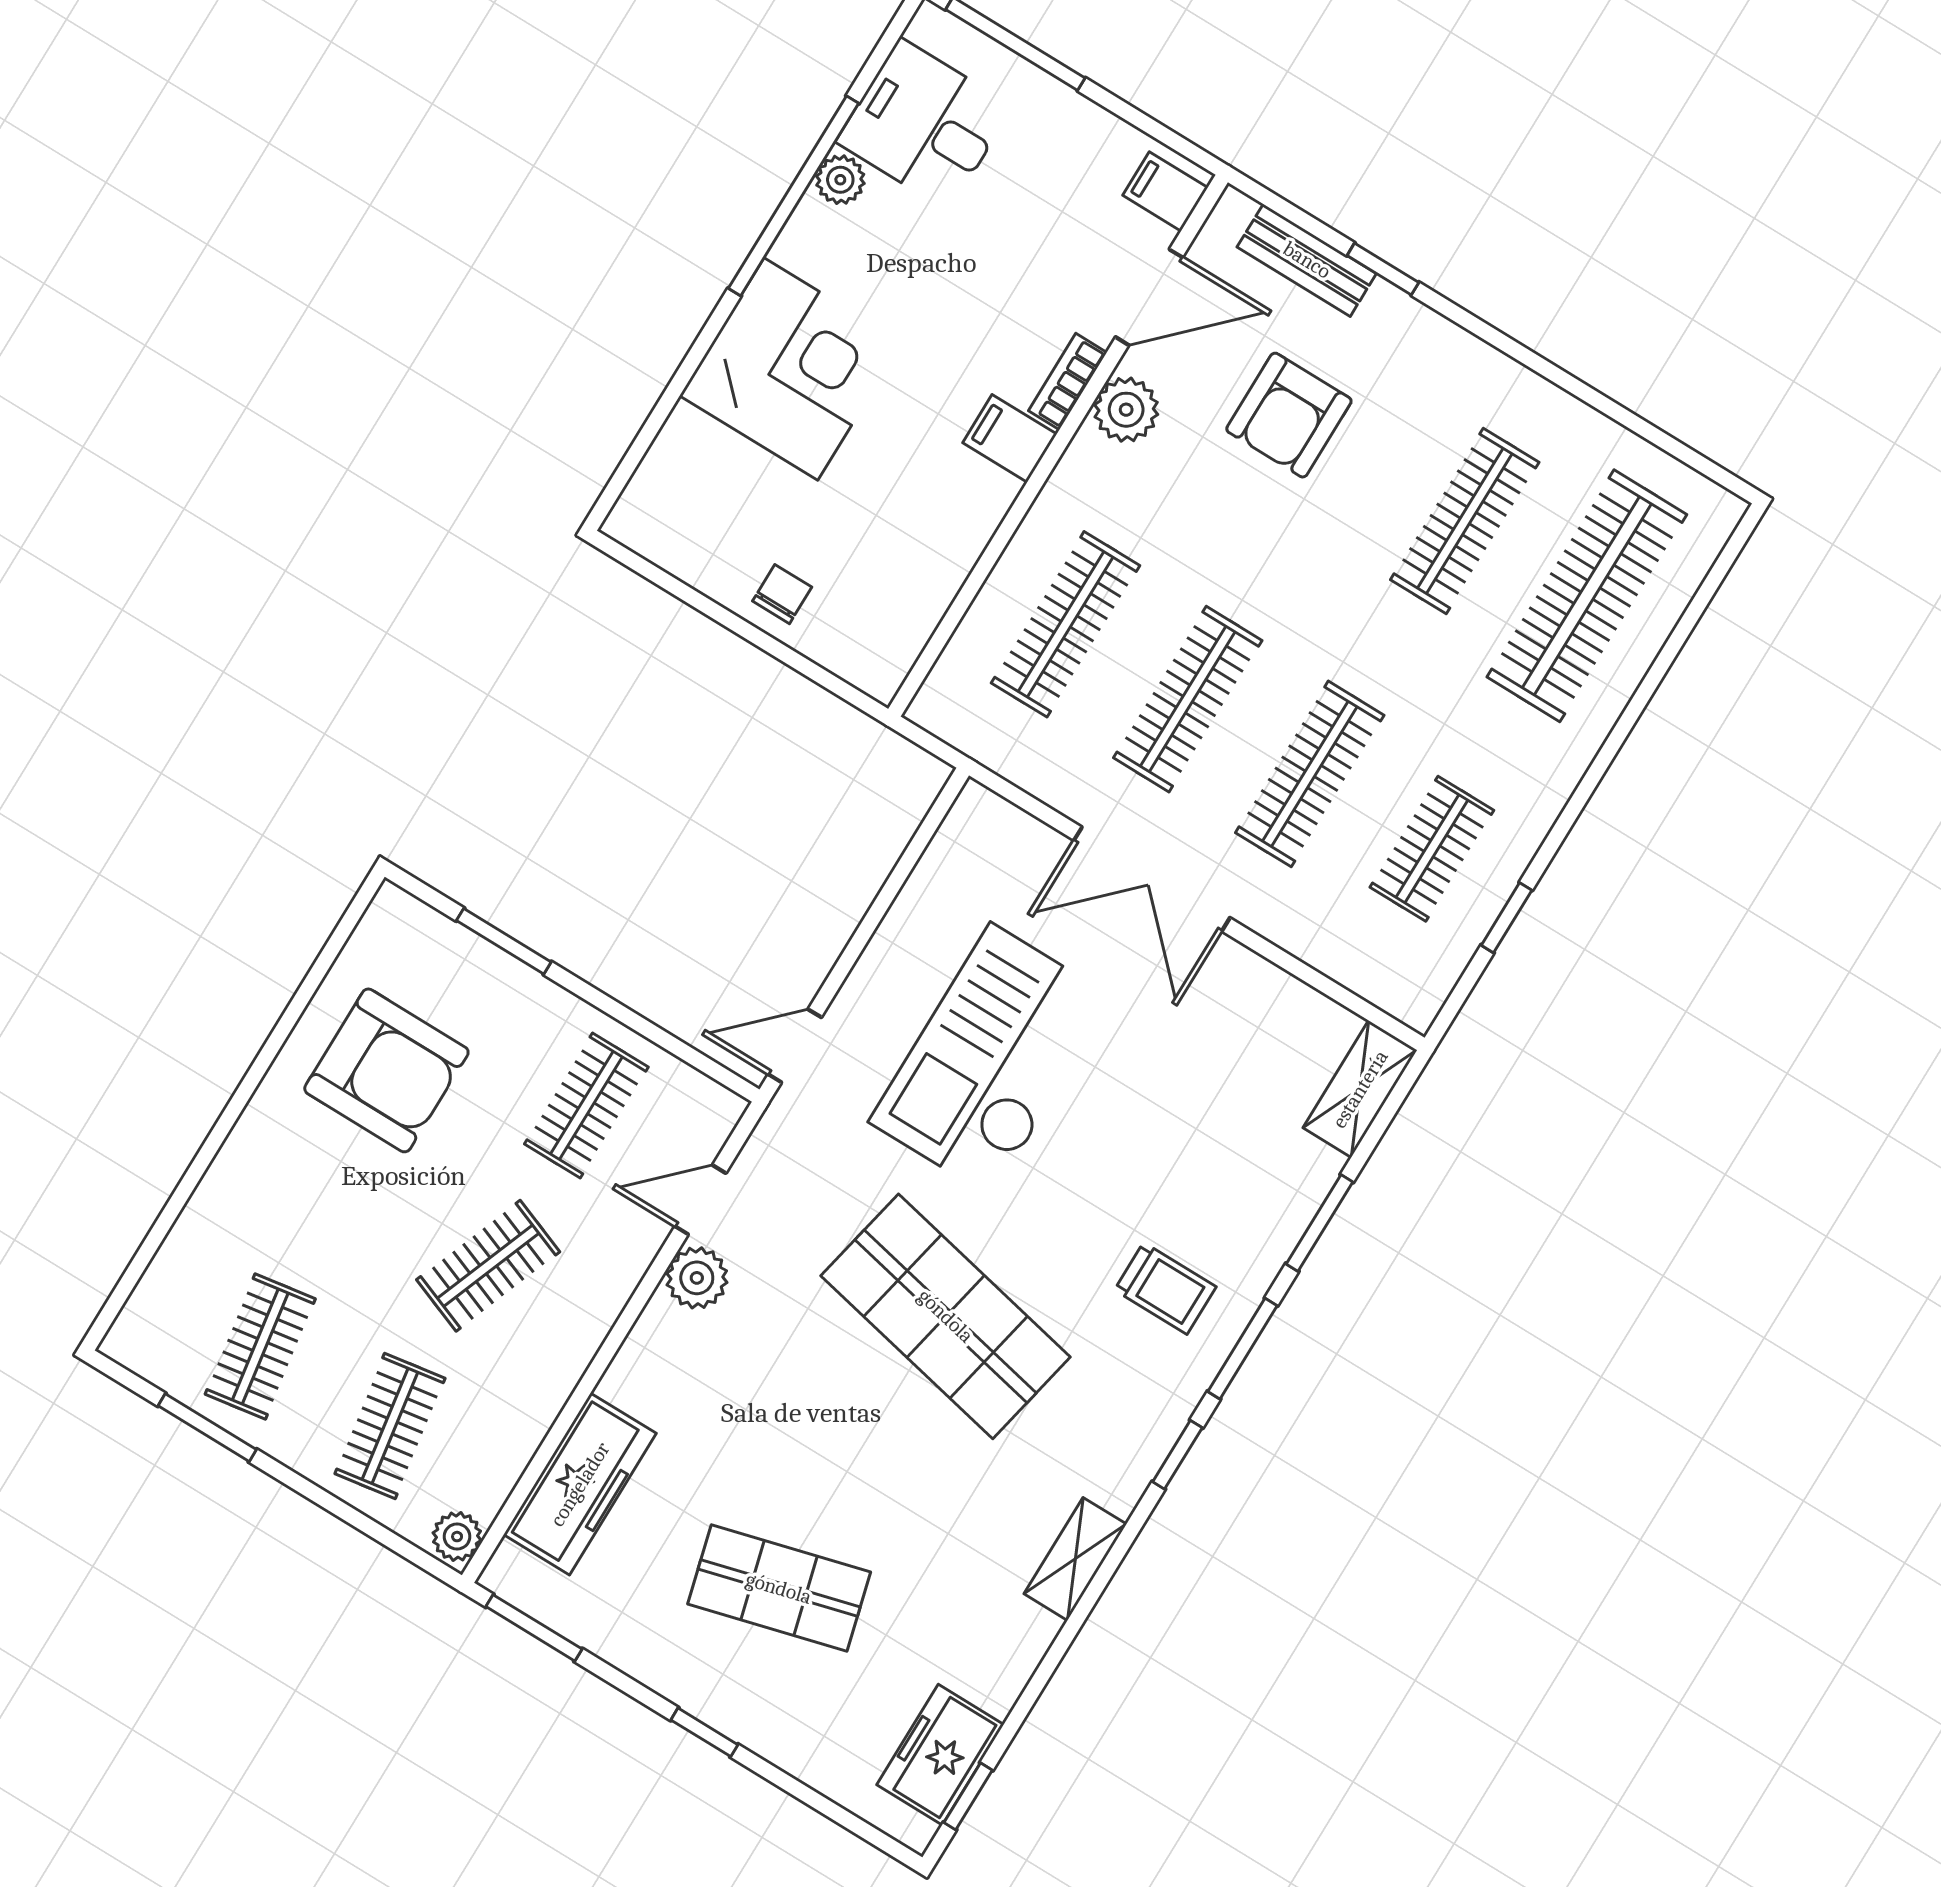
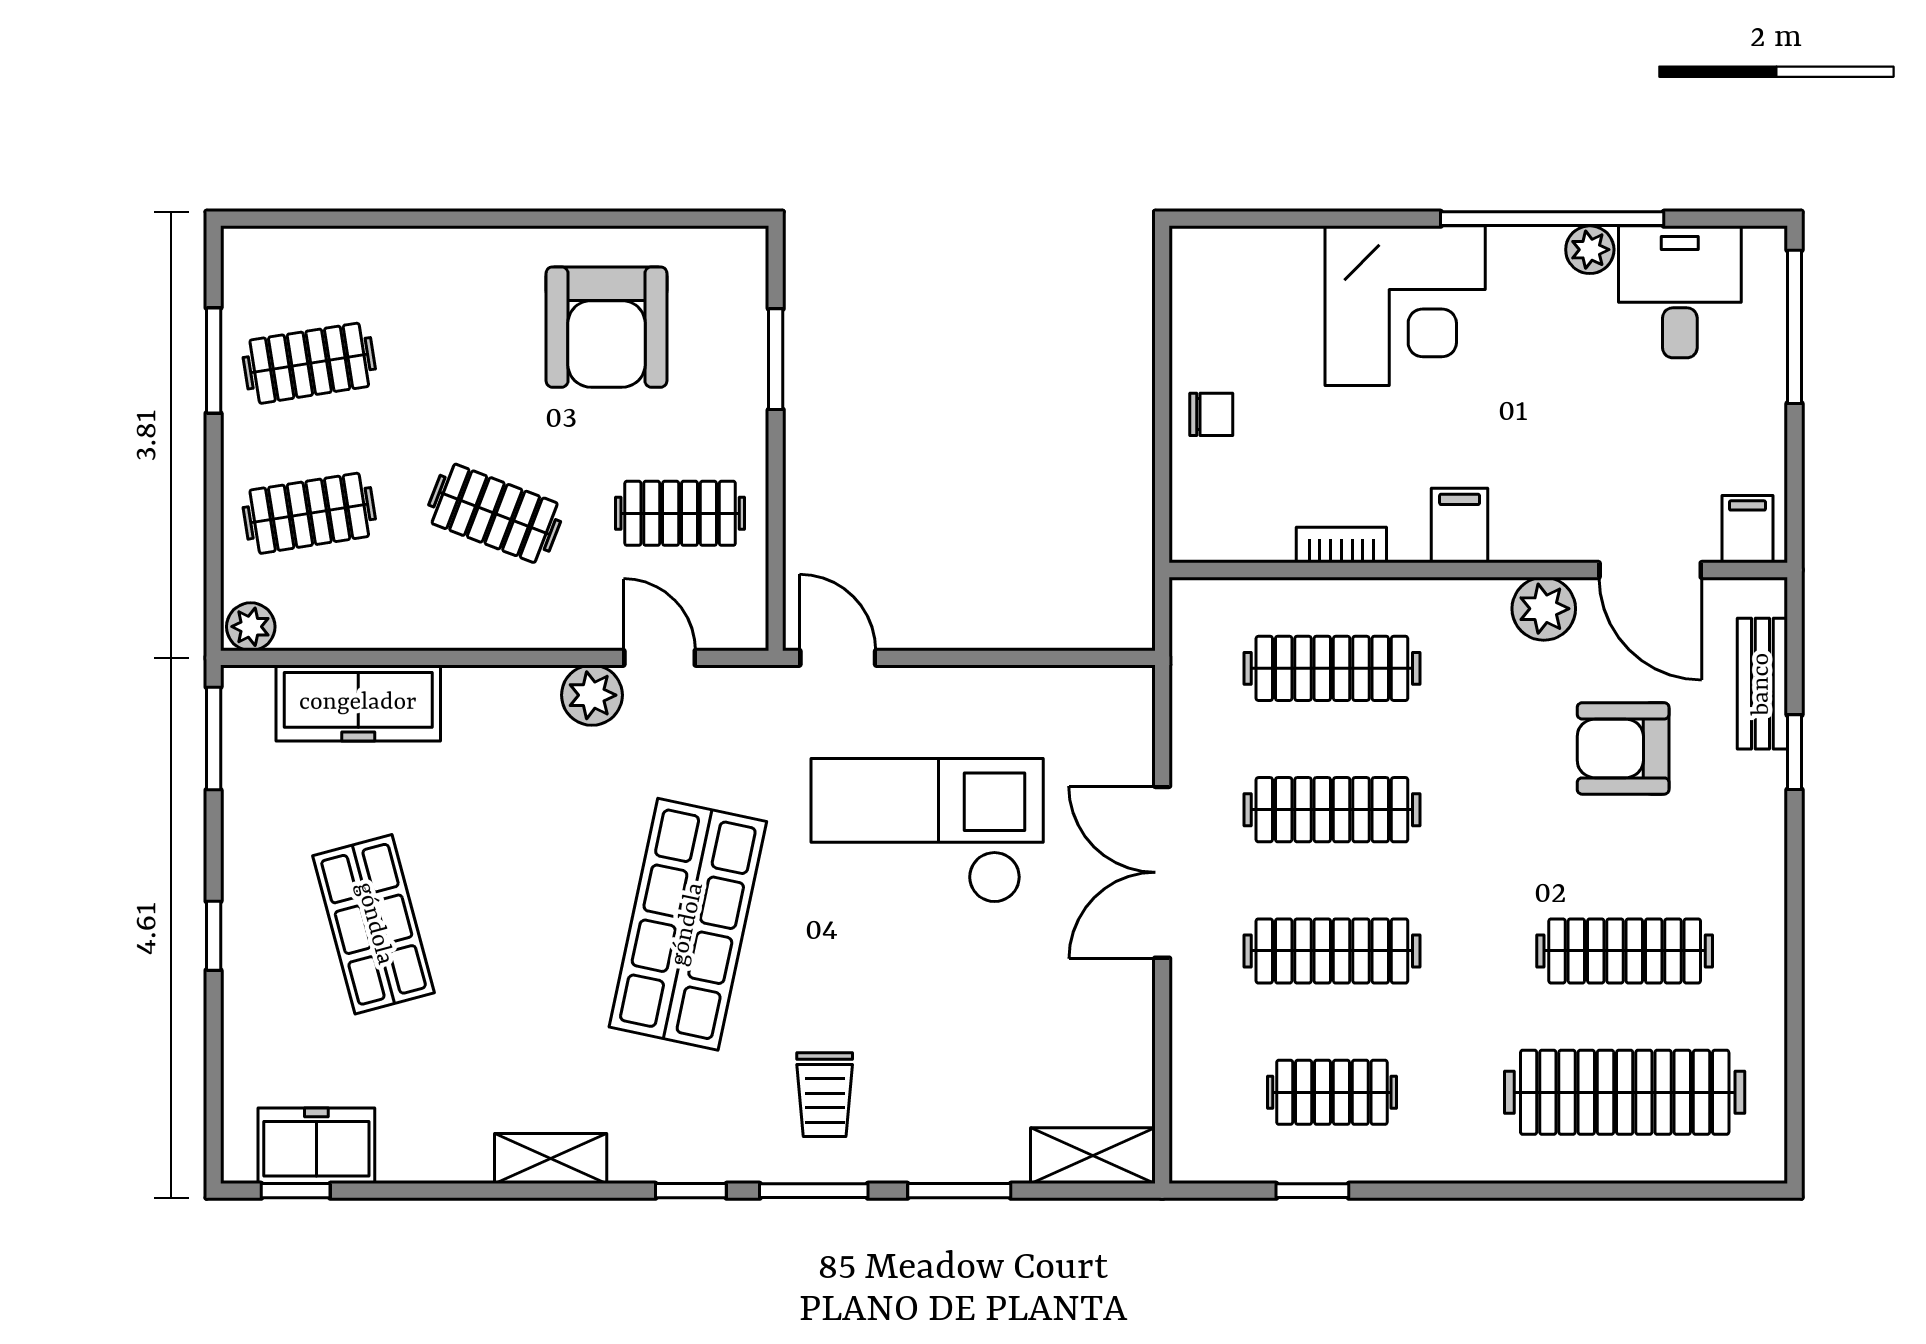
bookcase: (1068, 382) -> (1341, 545), moved

